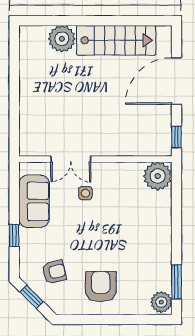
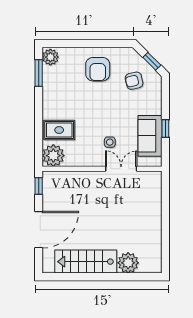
rug: (150, 209) -> (59, 130), added
window: (14, 235) -> (165, 128), moved

